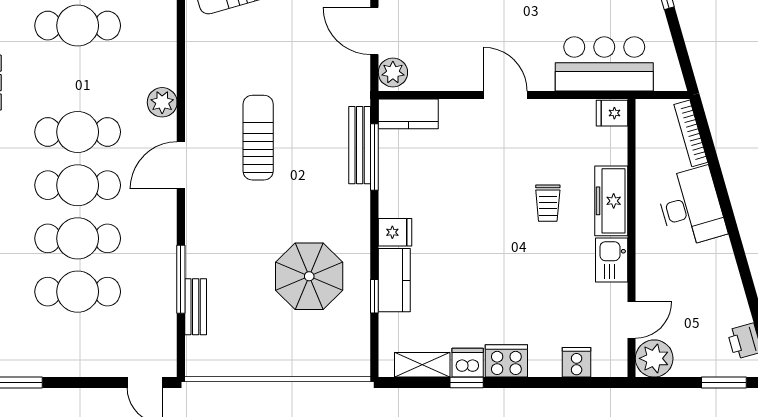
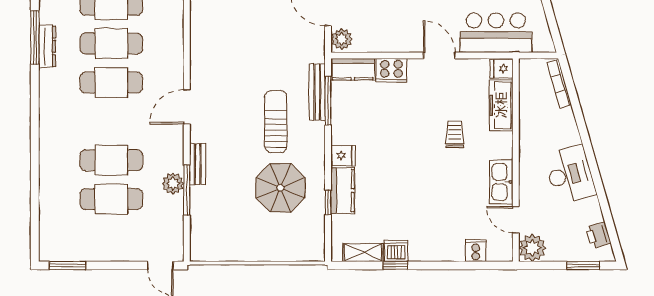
door: (505, 95) -> (439, 55), moved
plant: (162, 102) -> (173, 184), moved
sun lounger: (258, 138) -> (276, 122), moved
cafe table: (78, 185) -> (111, 44), moved
freezer: (611, 201) -> (501, 105), moved
trolley: (548, 203) -> (455, 134), turned 180
desk: (691, 207) -> (570, 174), moved
kitchen sink: (612, 260) -> (501, 182), width x1.38
bench: (196, 307) -> (198, 164), moved
door: (631, 320) -> (516, 220), swing flipped
cooker: (506, 361) -> (391, 70), moved, turned 180

